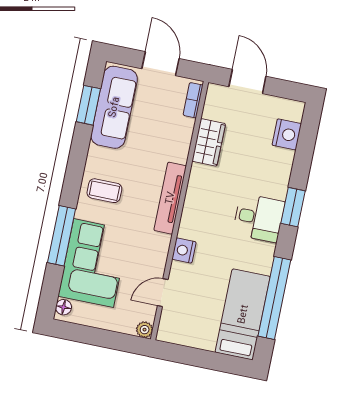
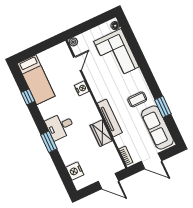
window: (88, 105) -> (163, 107), moved
wardrobe: (209, 142) -> (101, 133), moved
coffee table: (104, 191) -> (137, 99), moved
tv unit: (170, 198) -> (110, 118), moved
window: (62, 236) -> (139, 56), removed
window: (274, 298) -> (28, 97), width x0.32

